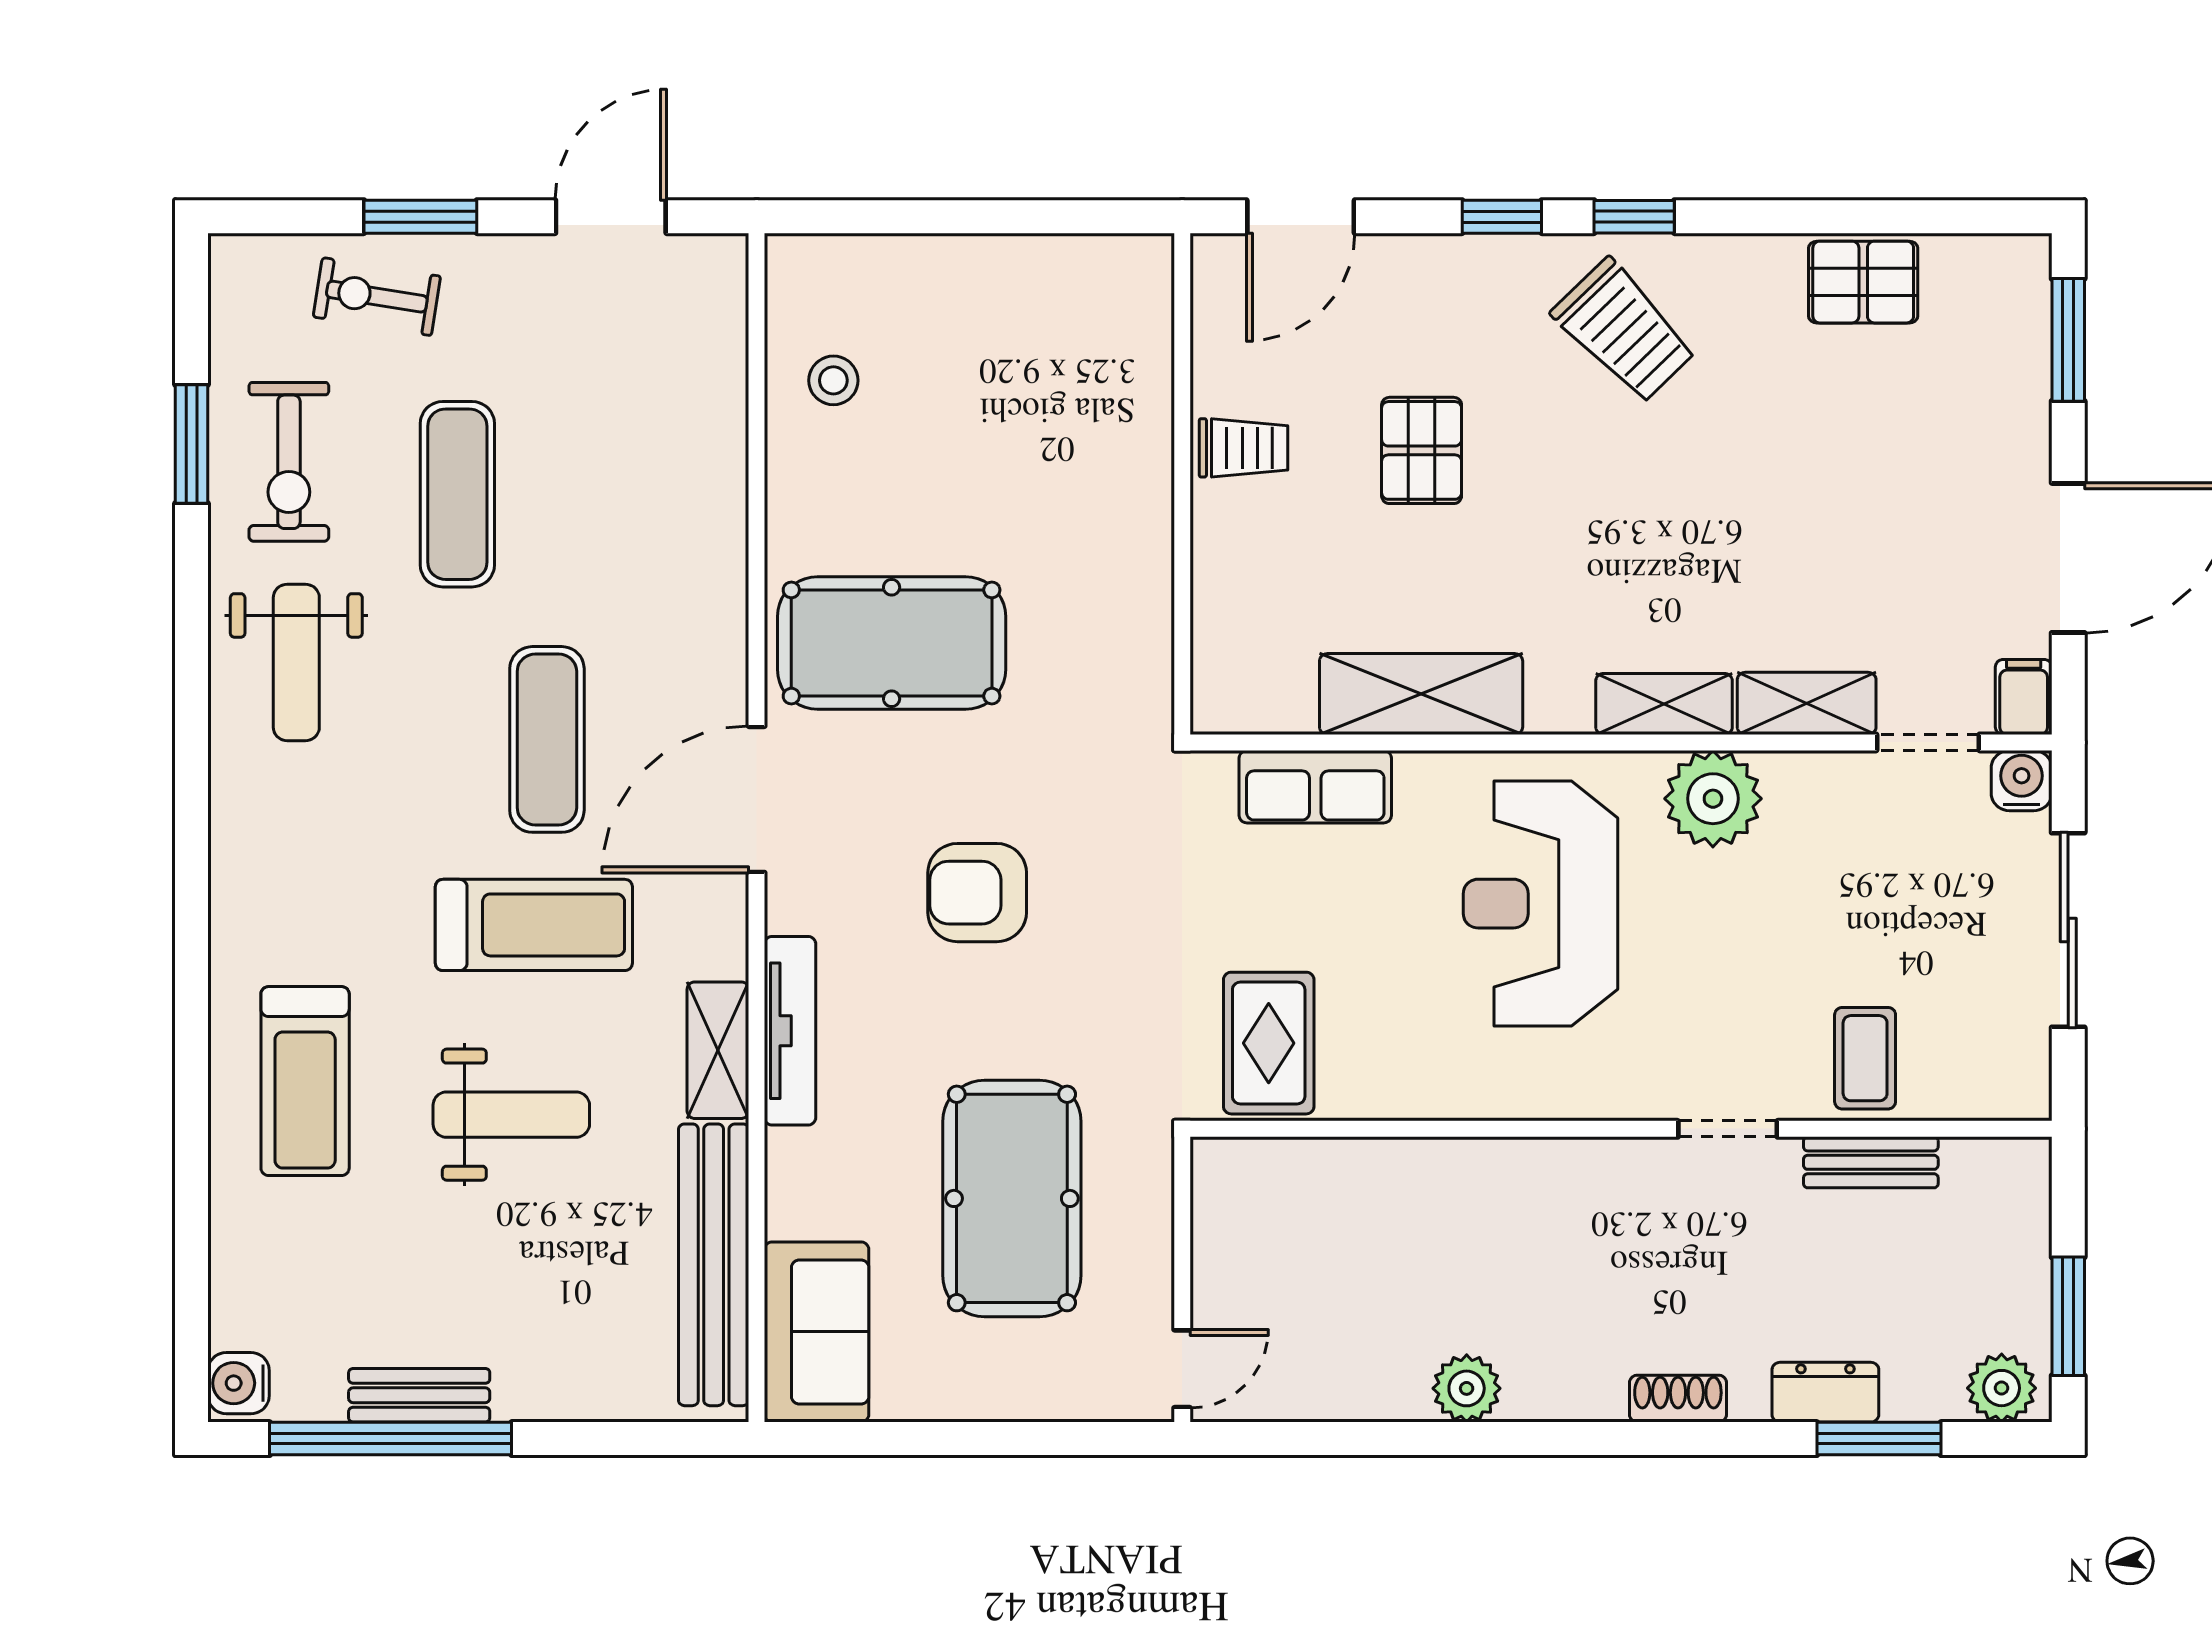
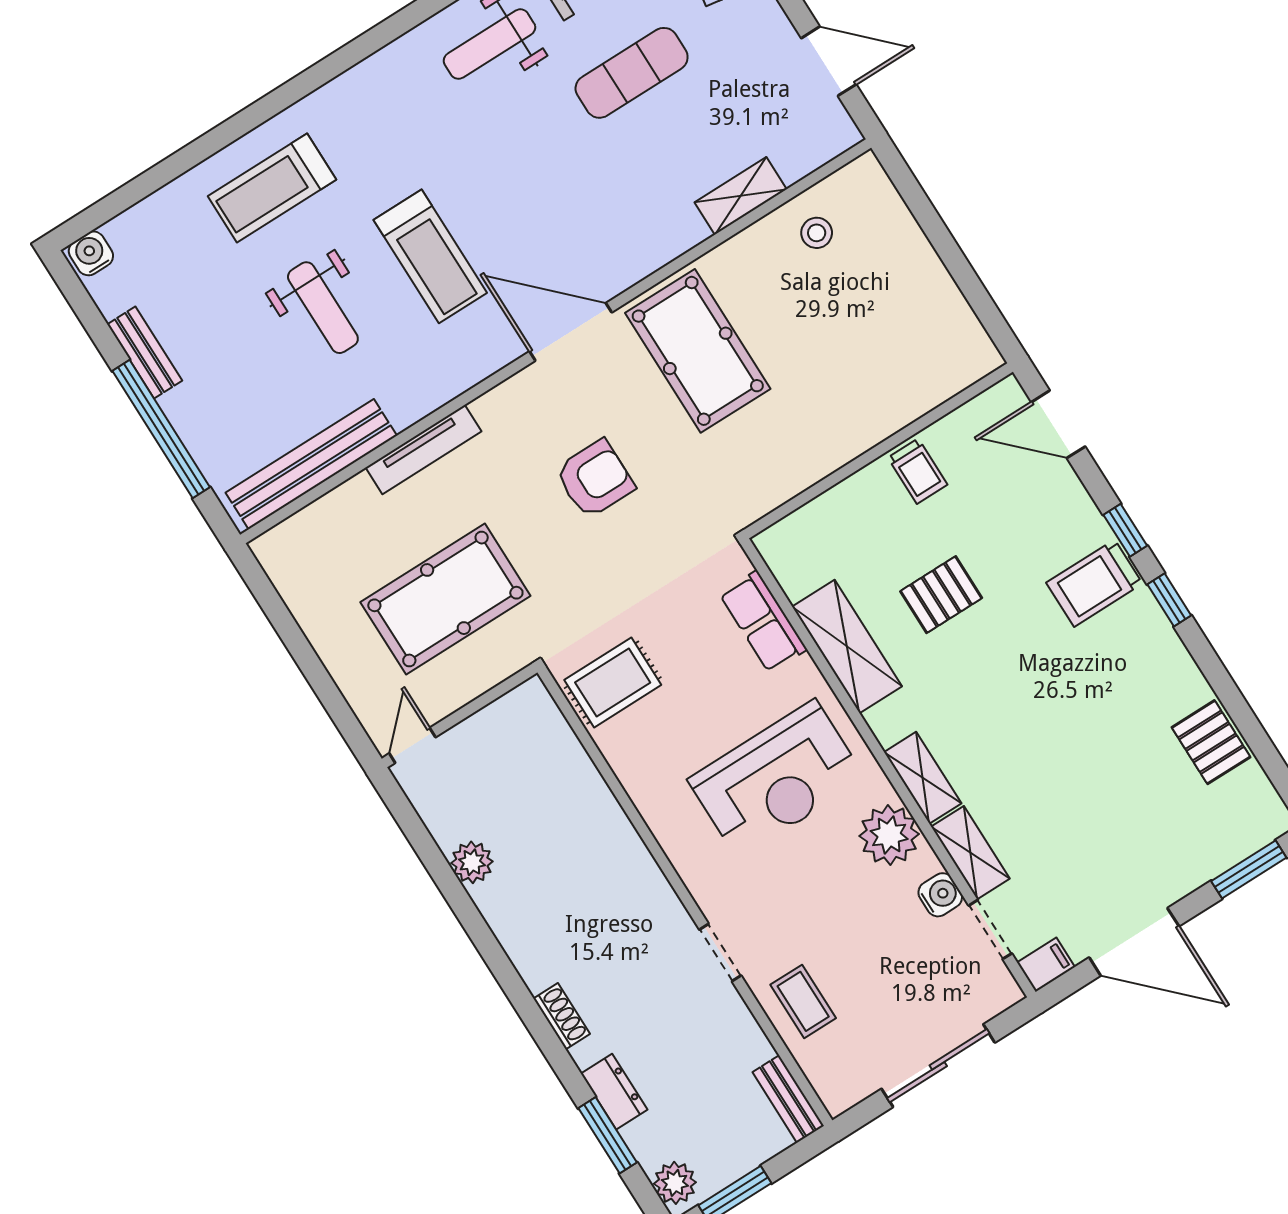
trolley: (1624, 331) -> (1094, 583), moved, turned 44
pallet: (1422, 450) -> (941, 595), moved
exercise mat: (547, 739) -> (532, 202), removed
water cooler: (2022, 781) -> (940, 895), moved
armchair: (977, 893) -> (595, 479), turned 90
reception desk: (1540, 904) -> (777, 779), turned 180
tv unit: (790, 1031) -> (424, 449), moved
shelving: (718, 1050) -> (741, 196), moved
coffee table: (1865, 1058) -> (803, 1001), turned 90
bench: (1871, 1162) -> (788, 1099), moved
sofa: (817, 1332) -> (310, 541), removed
door: (1182, 1369) -> (412, 745), swing flipped
plant: (1467, 1388) -> (472, 862), moved
window: (391, 1439) -> (161, 429), moved

